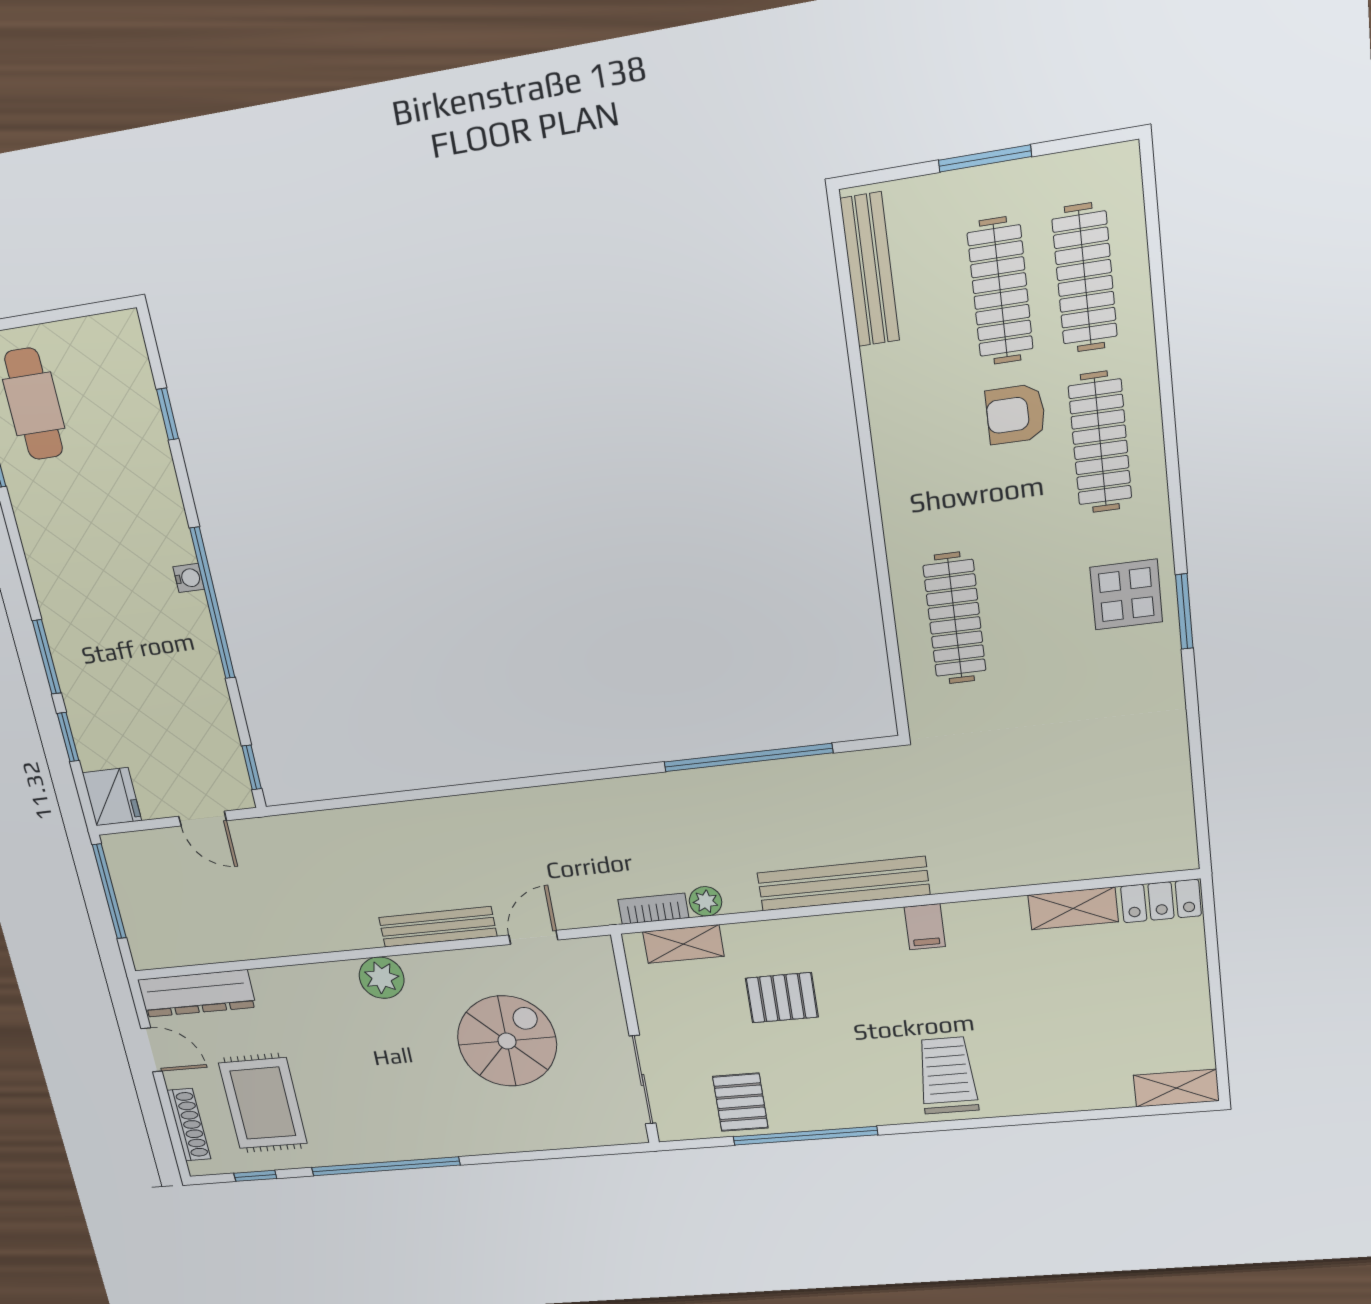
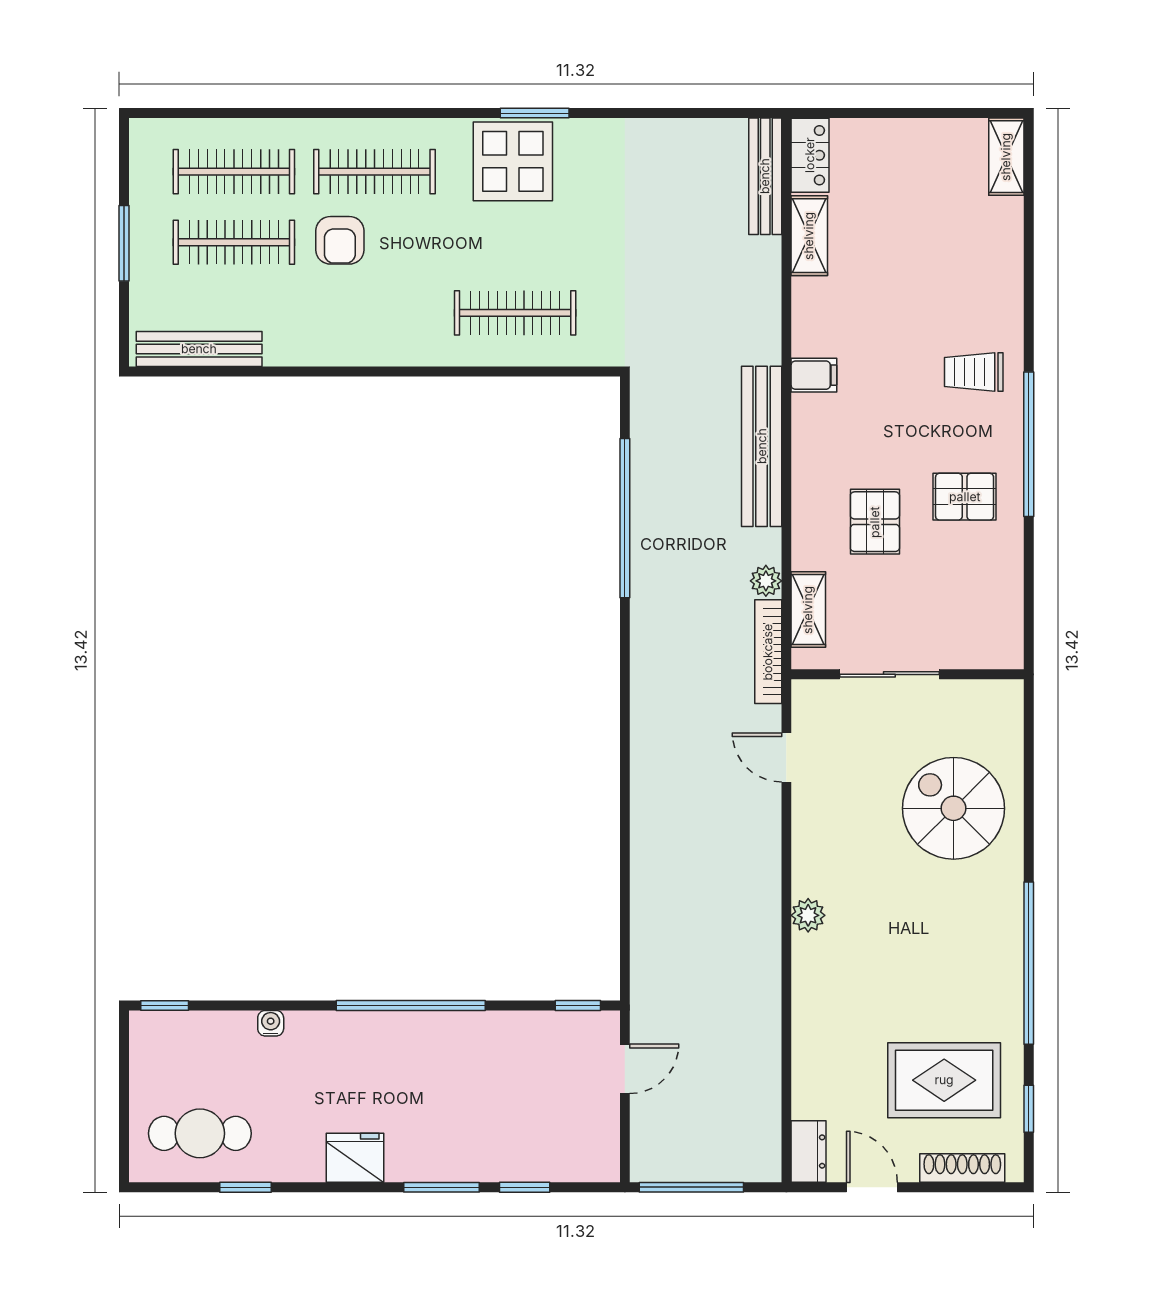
window: (168, 414) -> (165, 1005), moved
water cooler: (189, 578) -> (271, 1023), moved
display table: (1126, 595) -> (513, 161), width x1.36, depth x1.36
fridge: (112, 797) -> (355, 1158), moved
bookcase: (653, 909) -> (768, 652), width x1.56
bench: (438, 927) -> (765, 176), moved
plant: (382, 978) -> (808, 915), width x0.73, depth x0.73
dresser: (197, 993) -> (809, 1152), width x0.51, depth x0.80
spiral stairs: (507, 1041) -> (954, 808), moved
door: (152, 1050) -> (872, 1187), hinge flipped
trolley: (947, 1075) -> (974, 372), width x0.73, depth x0.72
sliding door: (643, 1080) -> (889, 674), moved
pallet: (740, 1102) -> (965, 497), moved
window: (805, 1136) -> (1029, 444), moved

